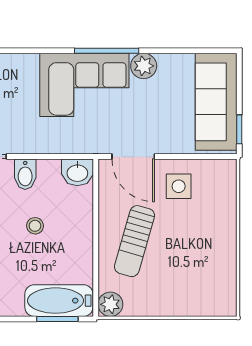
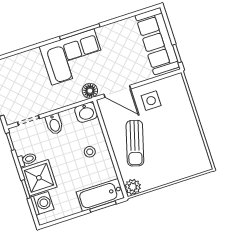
plant: (144, 66) -> (106, 34), removed
floor lamp: (93, 143) -> (90, 91), added
stool: (35, 226) -> (90, 152), moved

